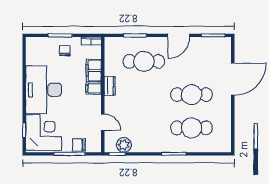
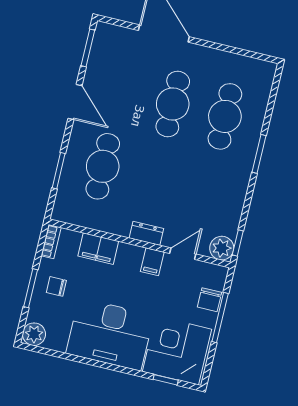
plant: (33, 44) -> (34, 334), added
dresser: (110, 86) -> (146, 233), moved
filing cabinet: (94, 88) -> (152, 262), moved
plant: (124, 145) -> (222, 248), moved

